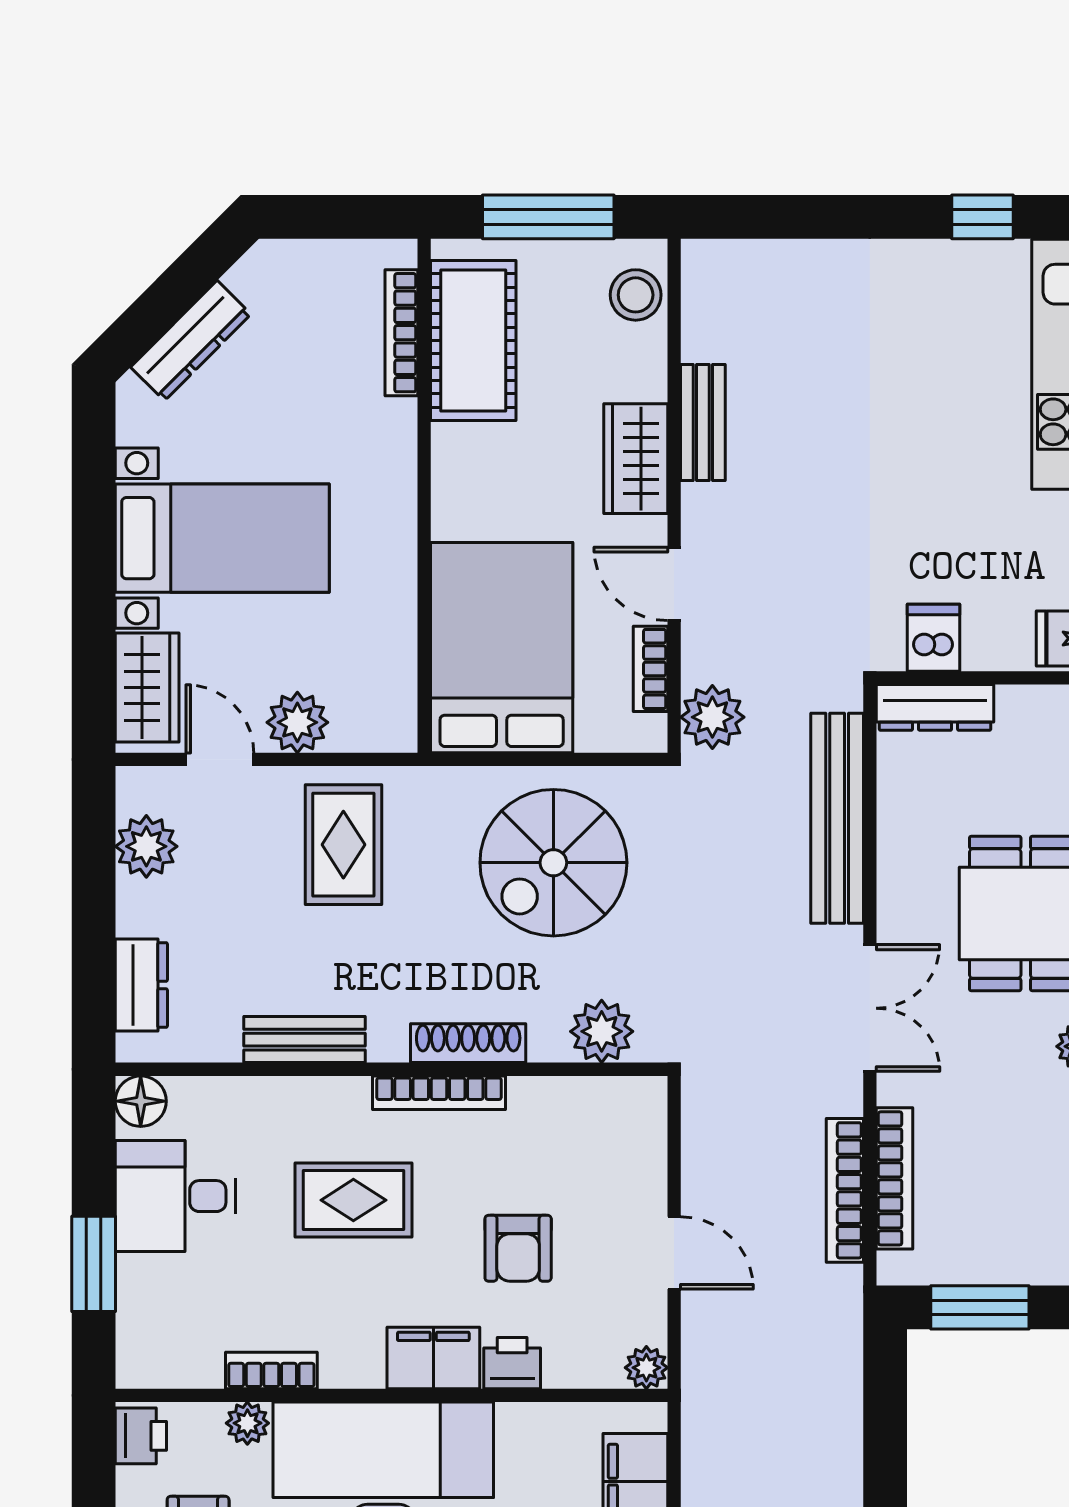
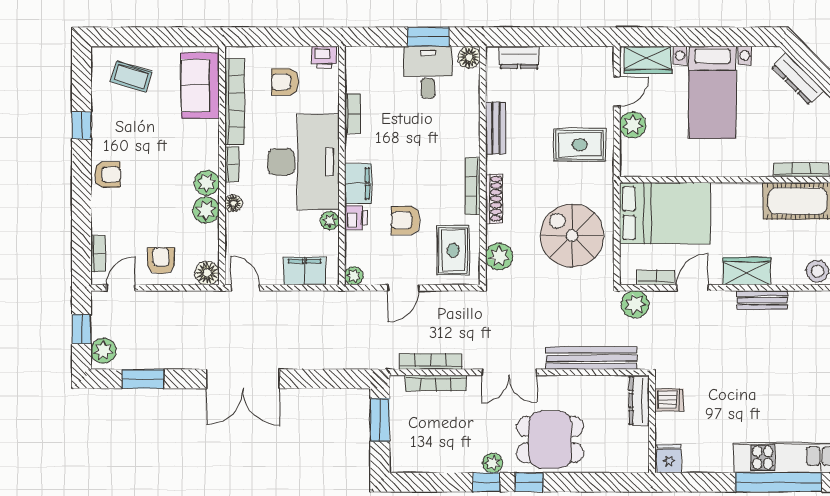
plant: (146, 846) -> (579, 60), removed
rug: (353, 1200) -> (453, 250), moved
window: (94, 1264) -> (428, 37), moved
plant: (247, 1423) -> (330, 221), moved

